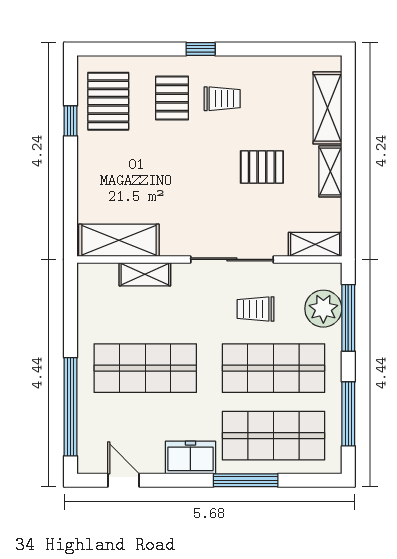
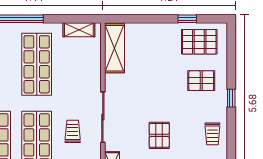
trolley: (222, 99) -> (212, 134), moved
shelving: (145, 274) -> (79, 30), moved, turned 90

